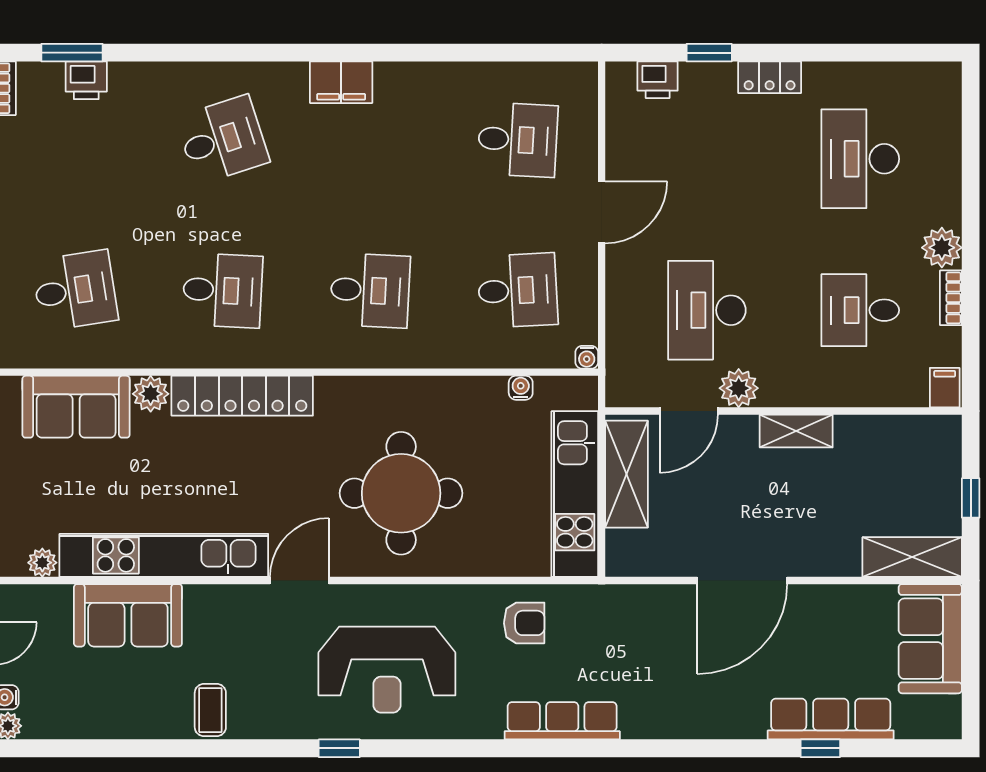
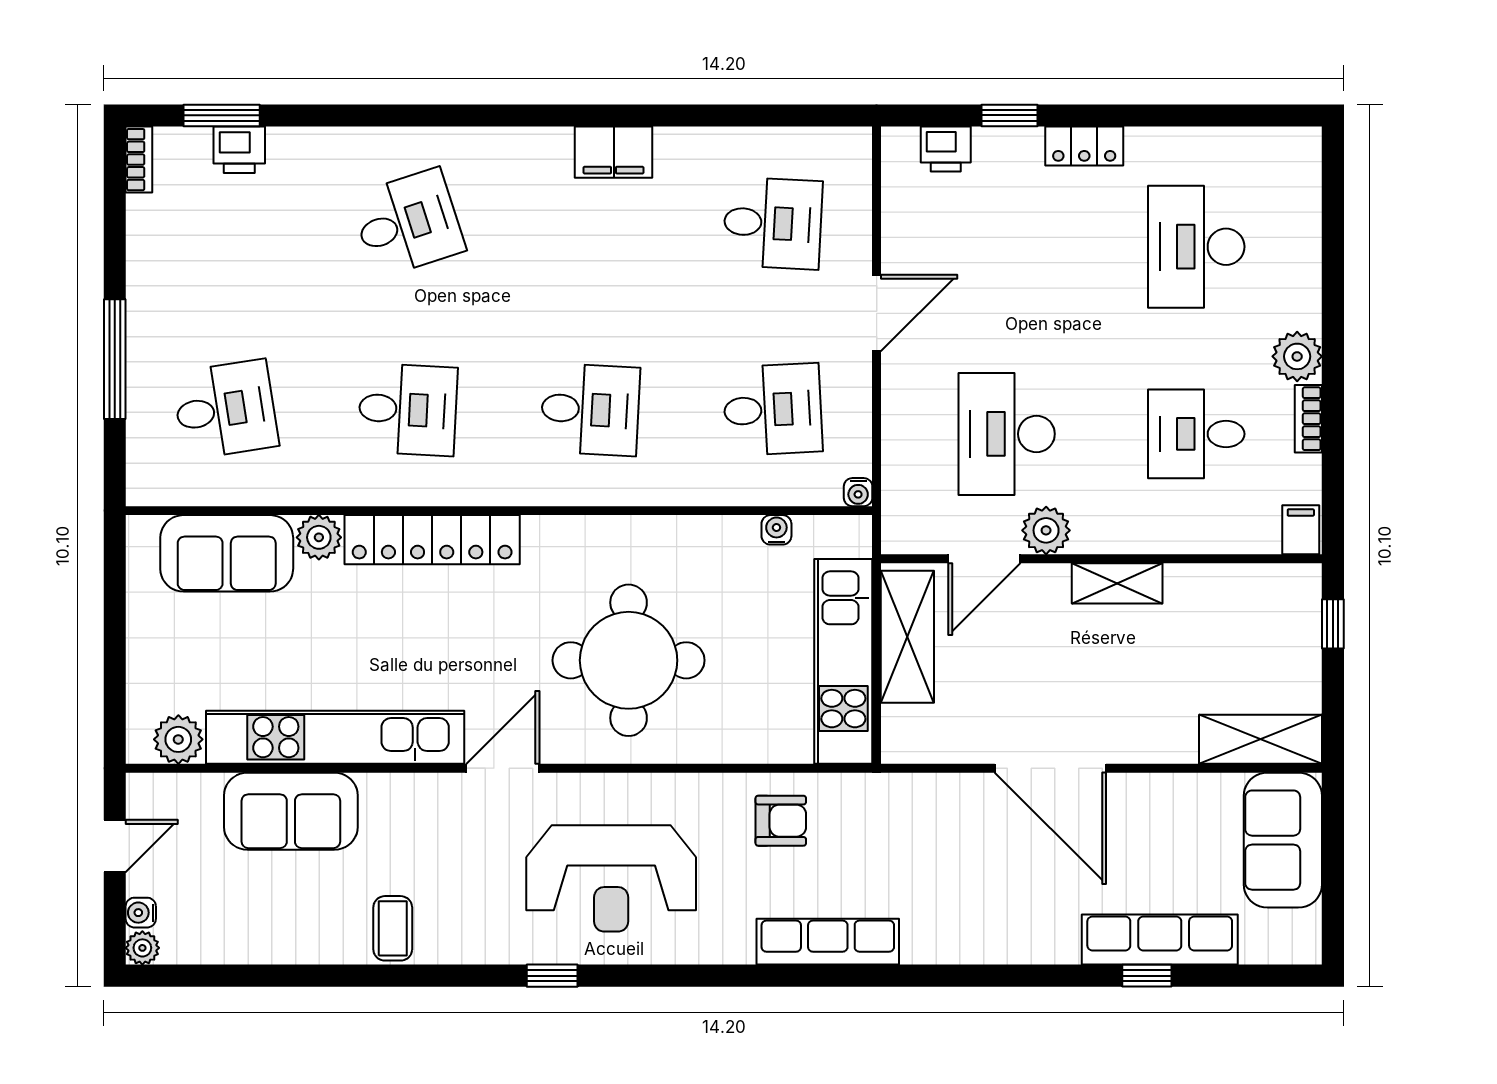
filing cabinet: (341, 82) -> (614, 152), moved
window: (971, 498) -> (1333, 624), moved
plant: (42, 563) -> (178, 739), width x1.38, depth x1.38
door: (742, 581) -> (1050, 768), hinge flipped

